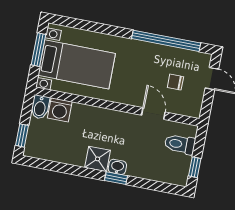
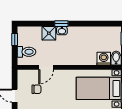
door: (153, 114) -> (46, 67), hinge flipped
shower: (98, 159) -> (49, 33), moved

